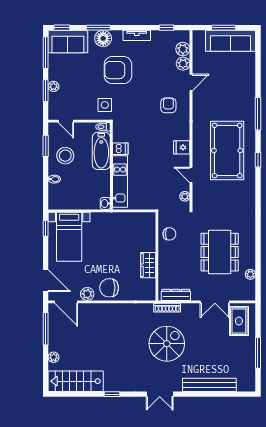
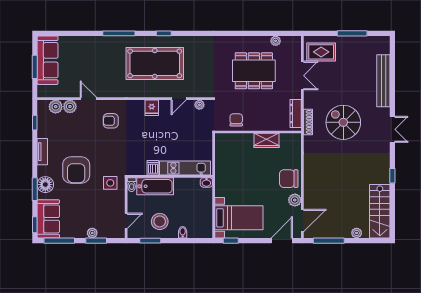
chair: (109, 288) -> (289, 179), turned 90

